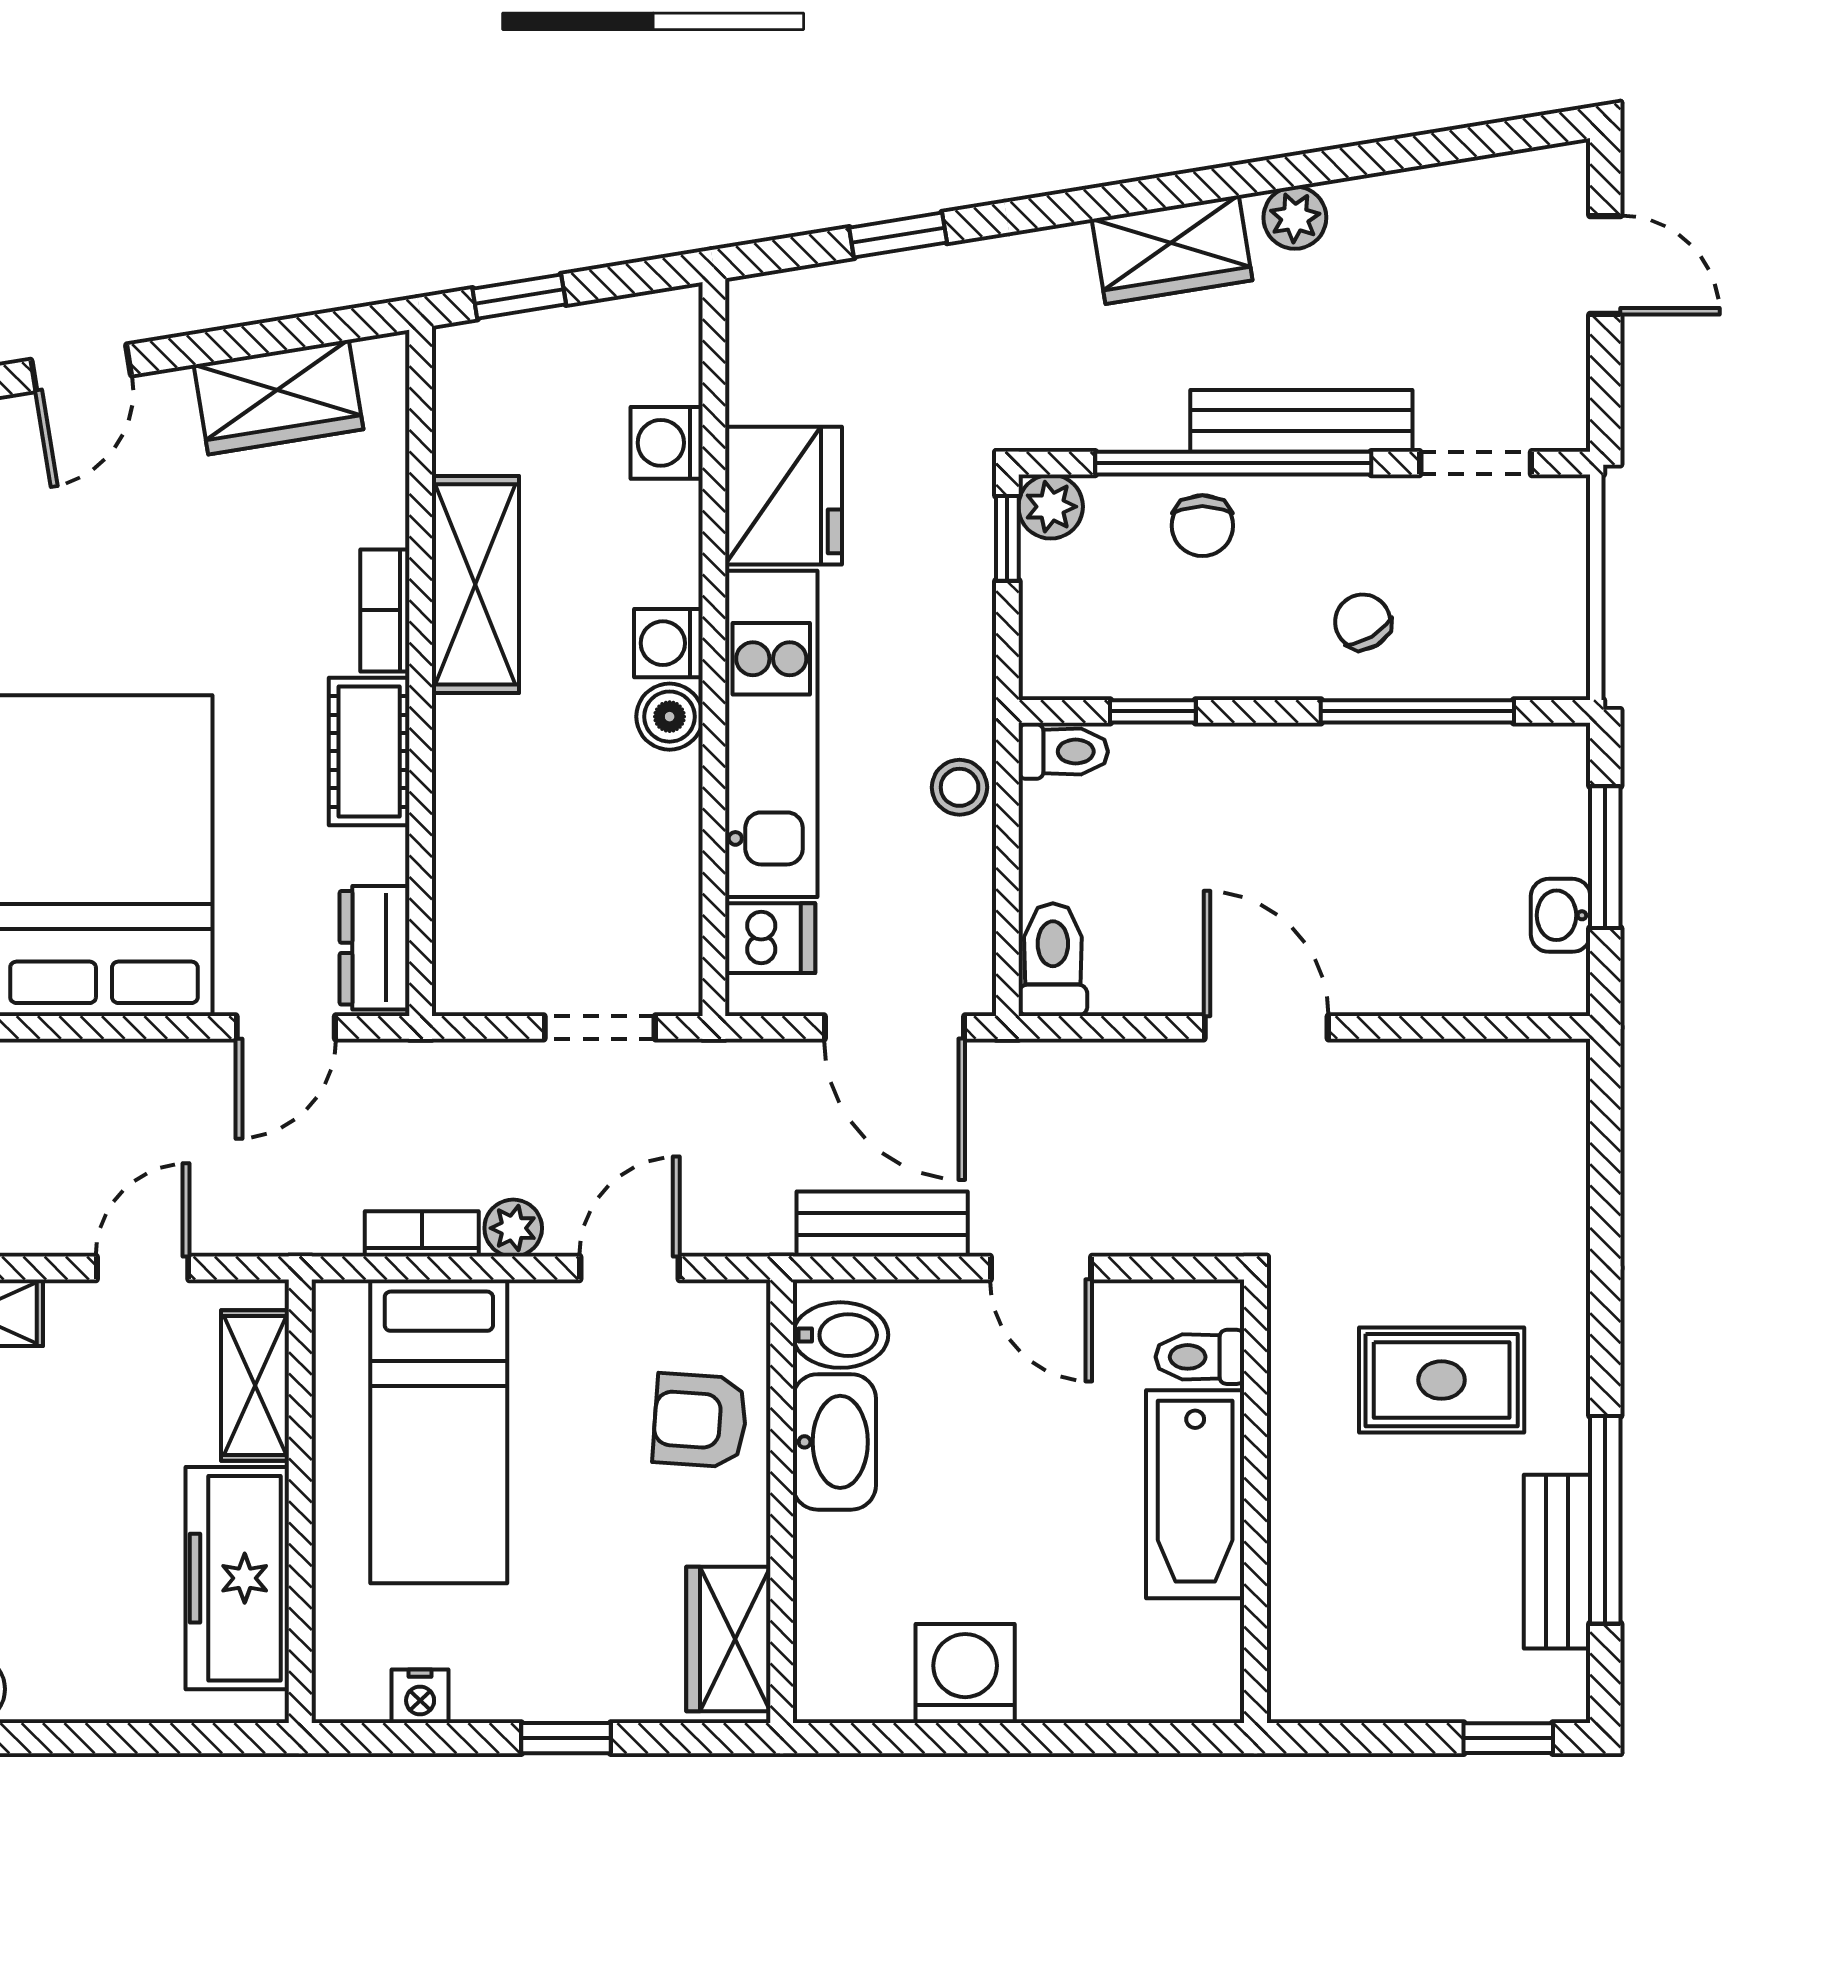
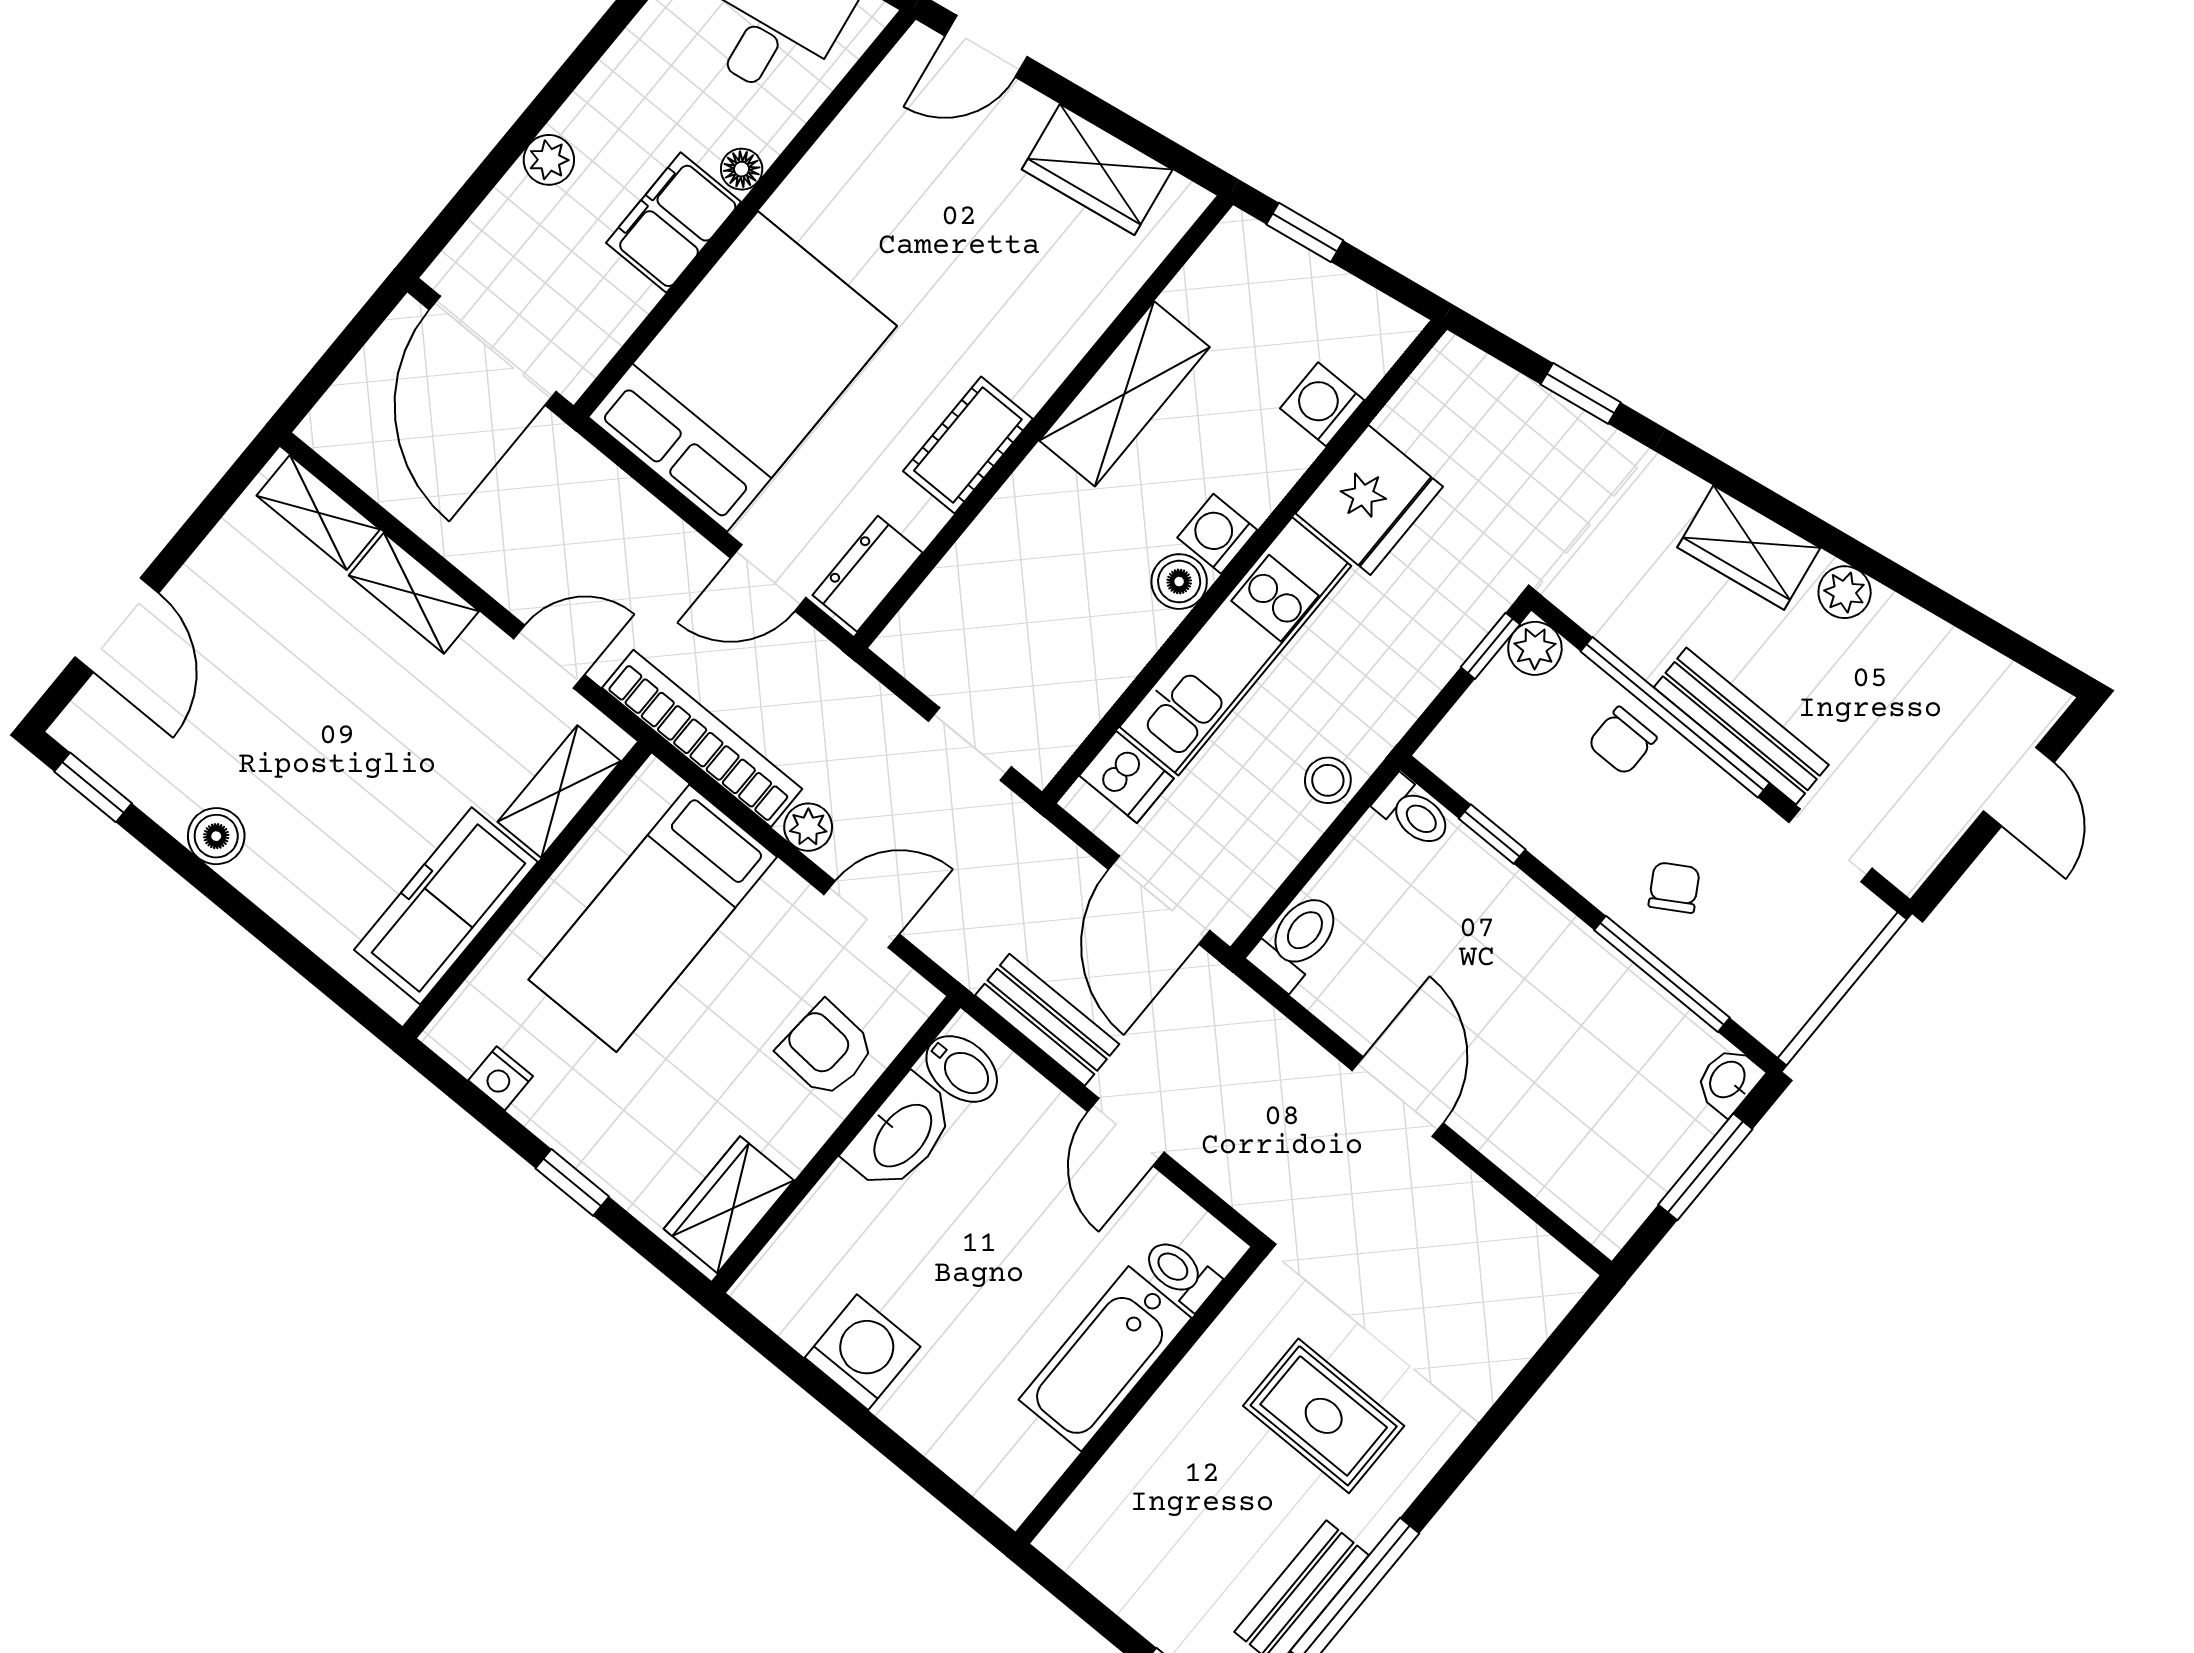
bookcase: (385, 610) -> (1053, 363), removed
washbasin: (1561, 915) -> (1728, 1080), moved
bookcase: (422, 1234) -> (702, 738), width x2.31, depth x1.31

